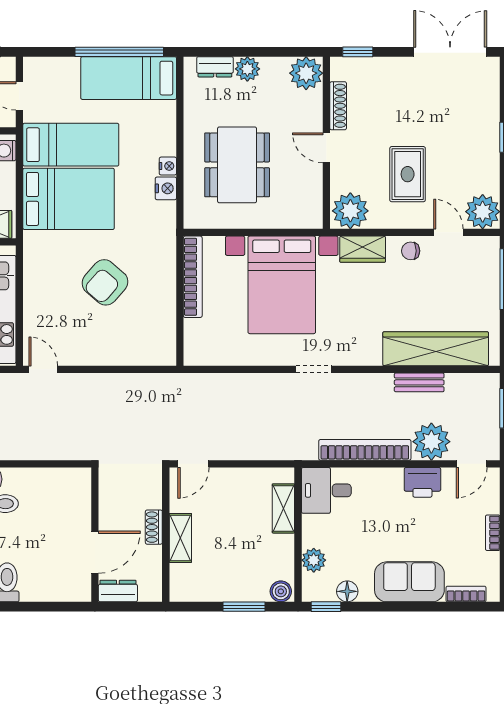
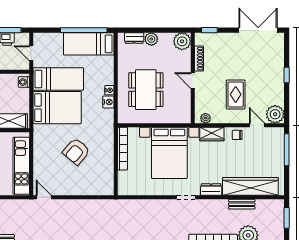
plant: (350, 211) -> (205, 118), width x0.53, depth x0.53
dresser: (361, 355) -> (211, 190), added

